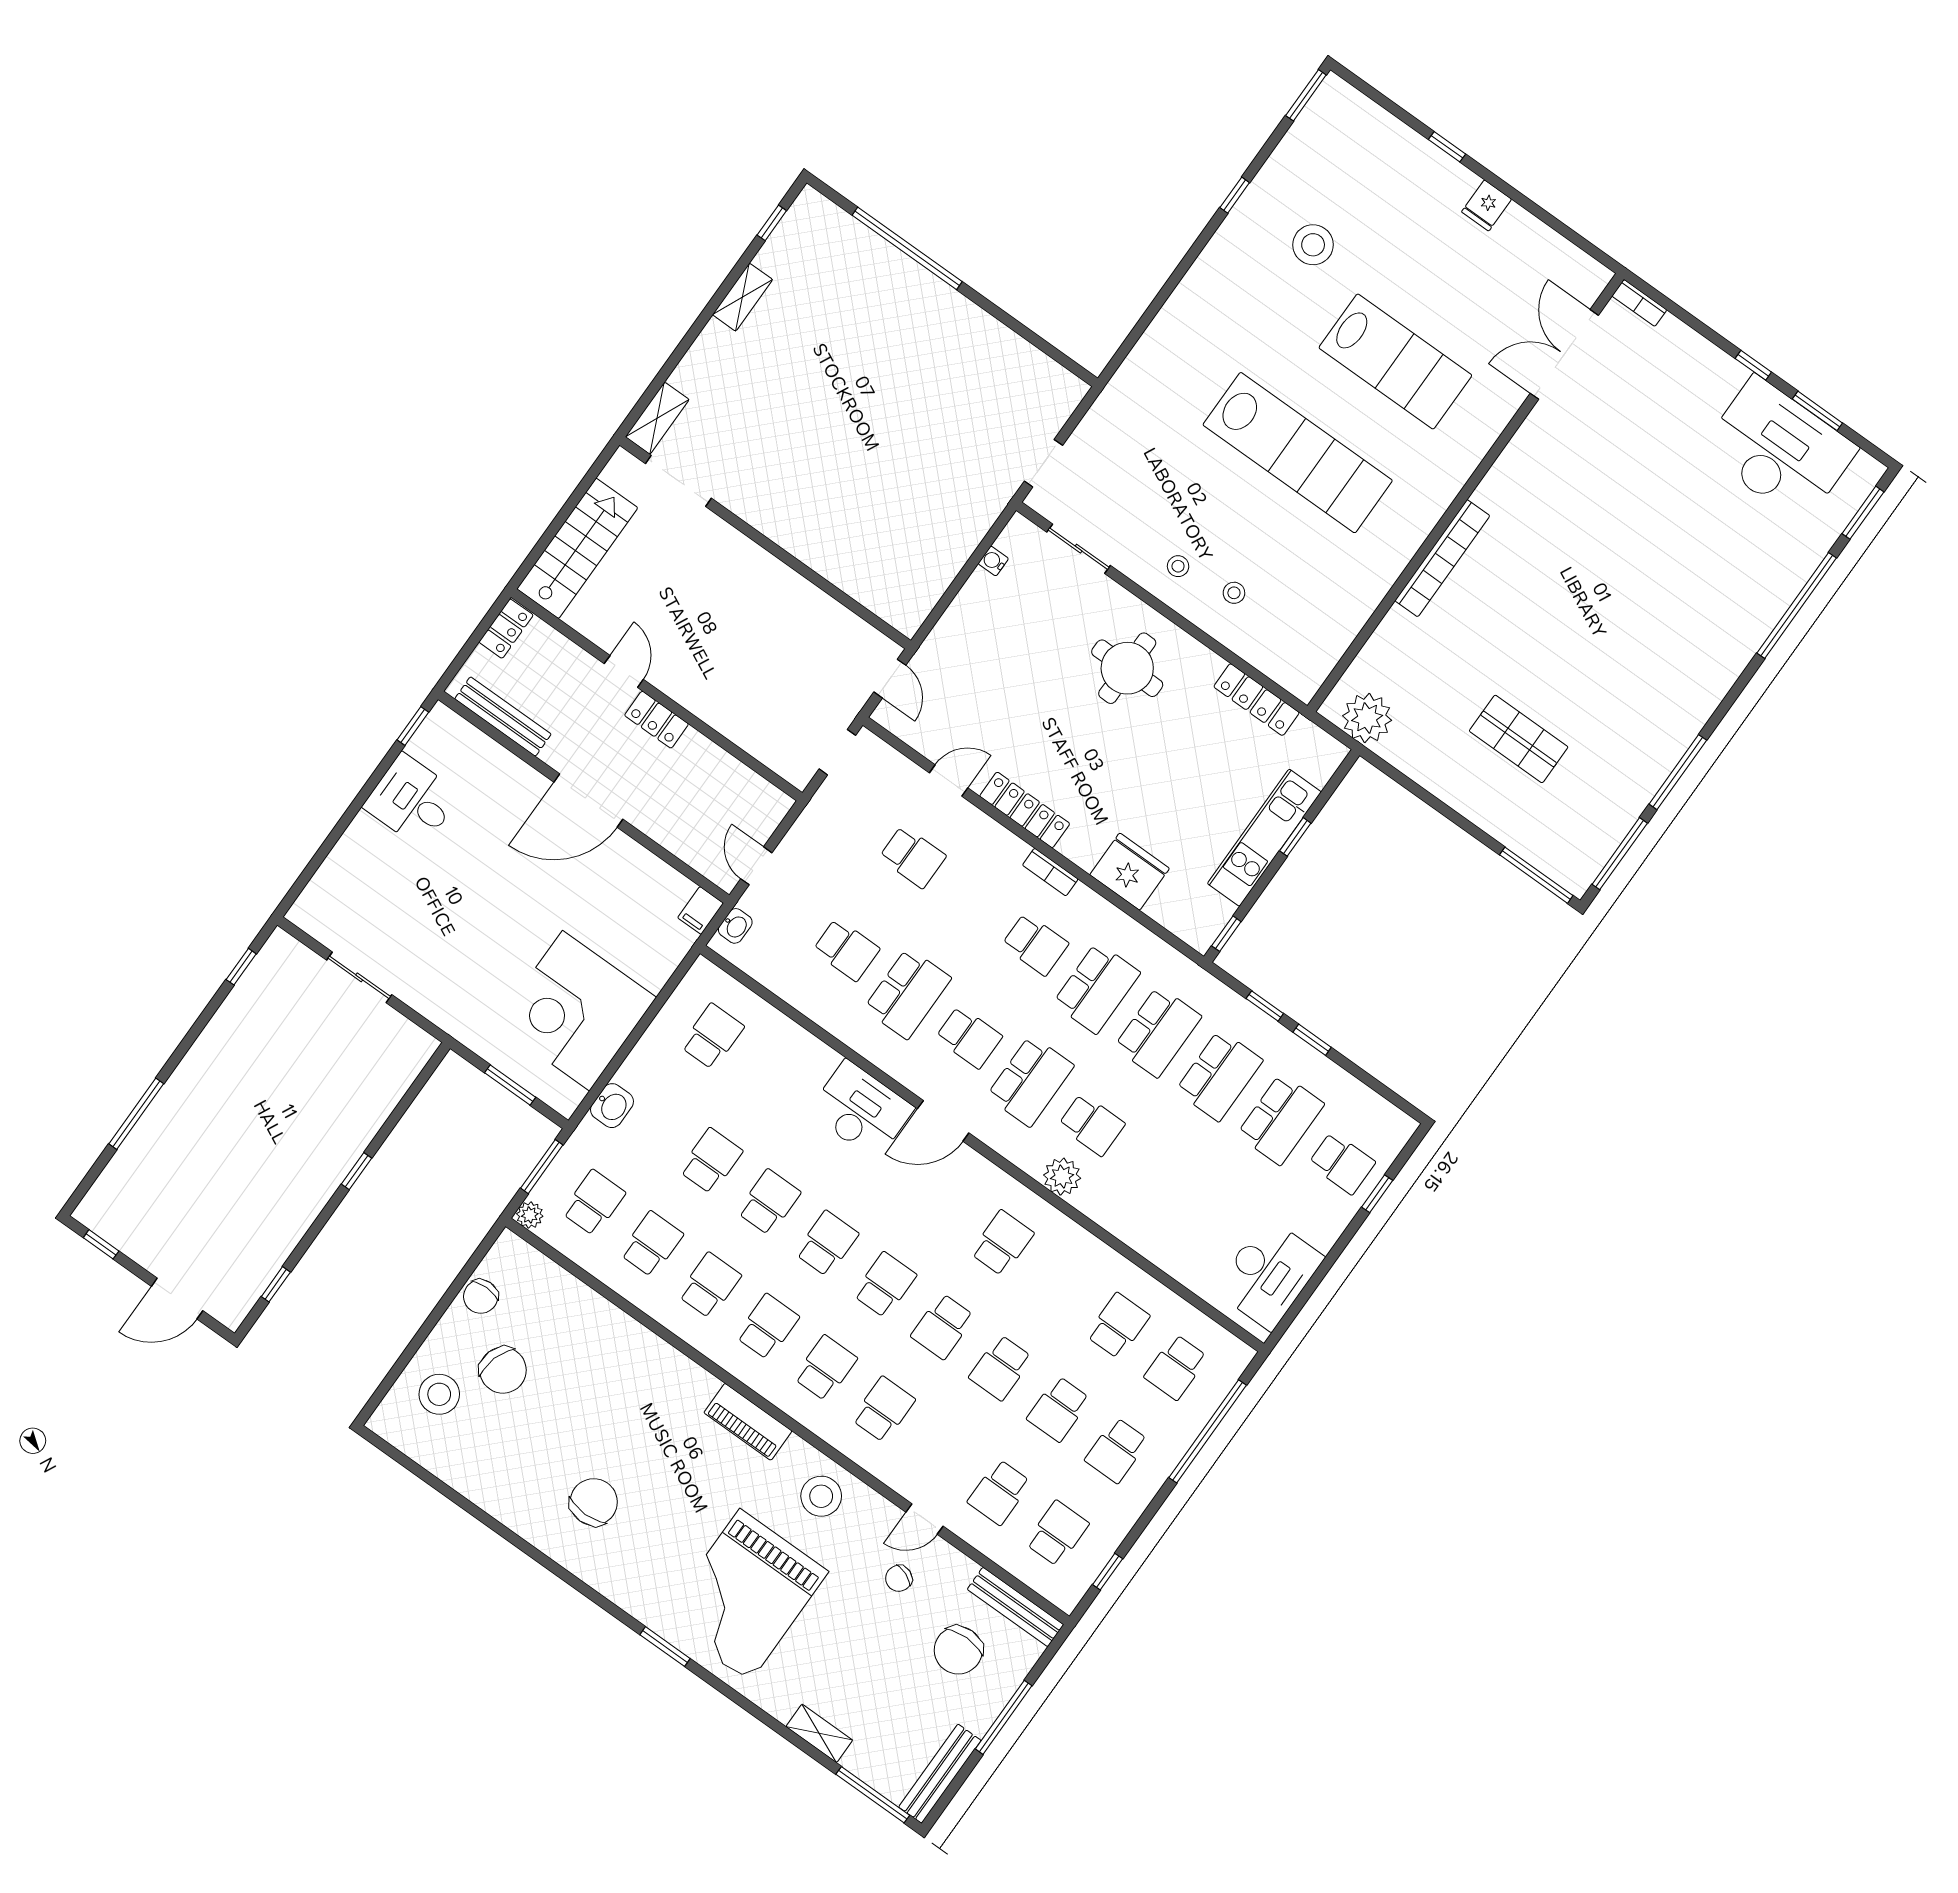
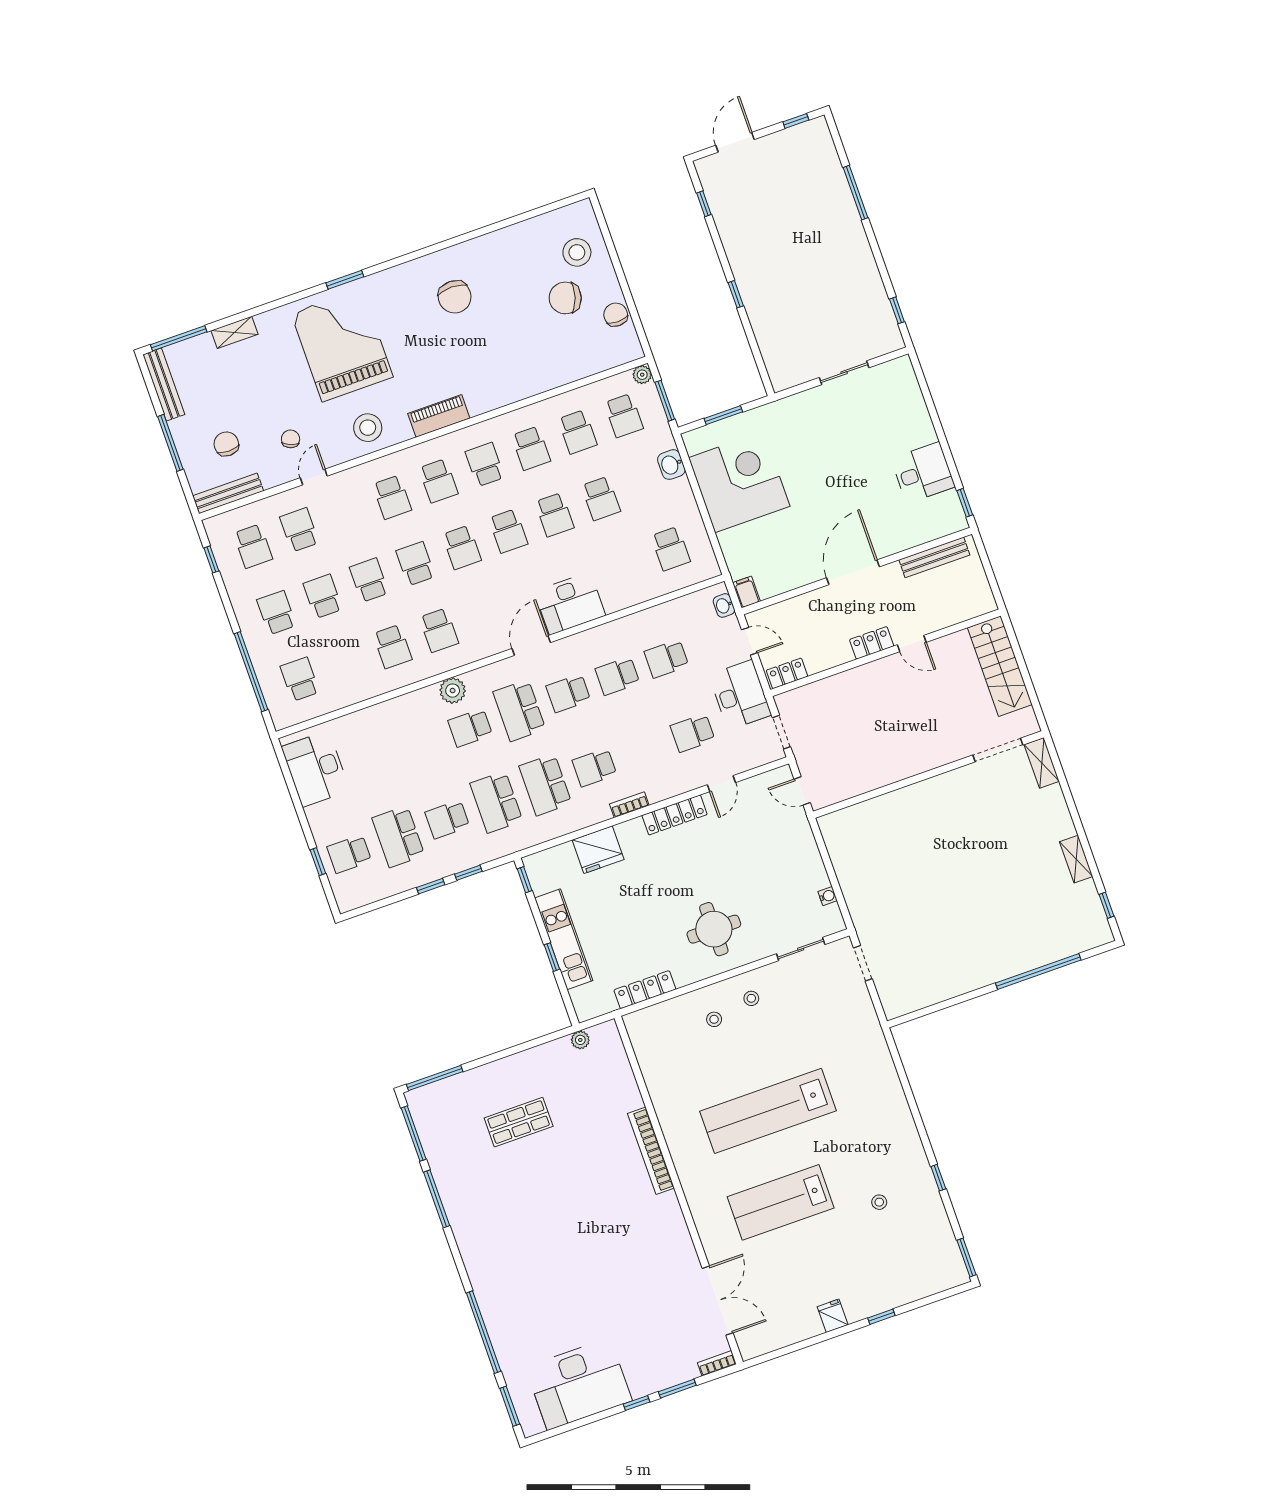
stool: (1313, 245) -> (879, 1202), width x0.53, depth x0.53
window: (1817, 411) -> (677, 1389), moved
locker: (506, 629) -> (787, 673), moved, turned 90
plant: (1367, 718) -> (580, 1040), width x0.53, depth x0.53
desk: (828, 832) -> (740, 695), added
school desk: (908, 993) -> (617, 676), width x0.54
school desk: (1219, 1076) -> (447, 819), width x0.54
school desk: (1118, 1326) -> (393, 647), moved
school desk: (767, 1327) -> (485, 465), turned 180
chair: (958, 1650) -> (226, 444), width x0.73, depth x0.73

